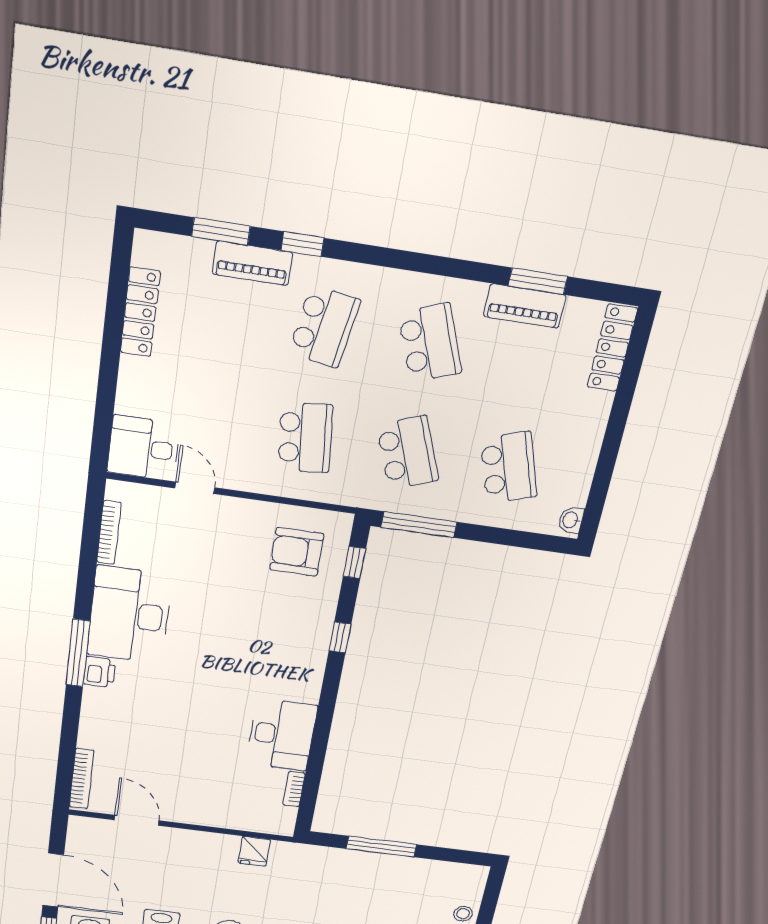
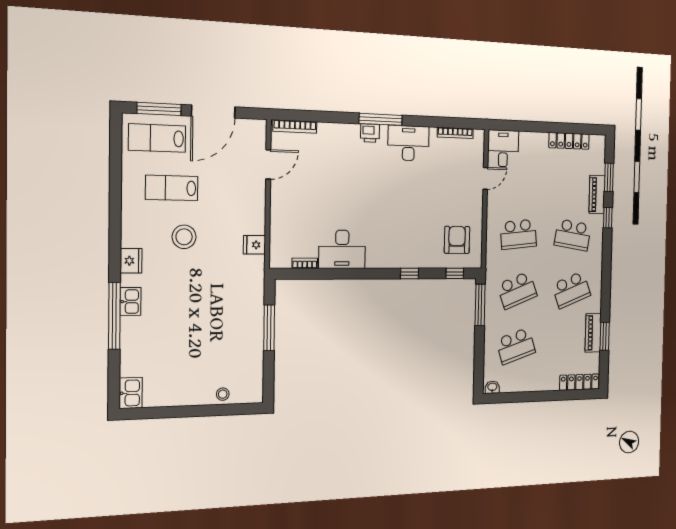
desk: (129, 615) -> (408, 143), width x0.73, depth x0.77

